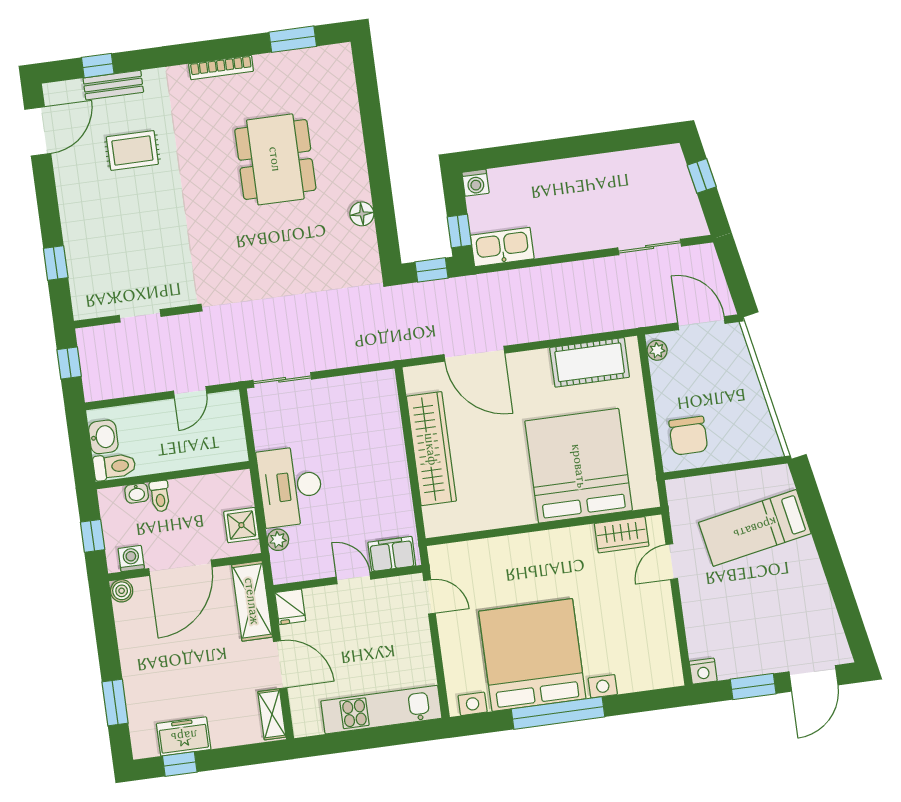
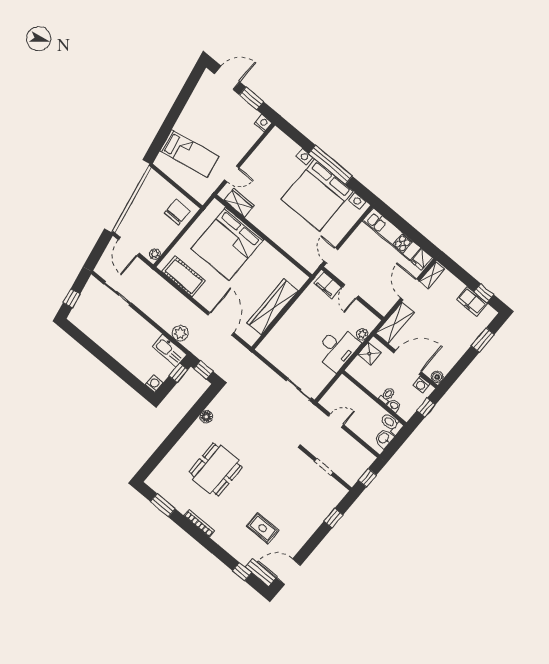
bench: (113, 85) -> (261, 573), moved
plant: (513, 284) -> (180, 333), added
fridge: (290, 607) -> (422, 259), moved, turned 180

